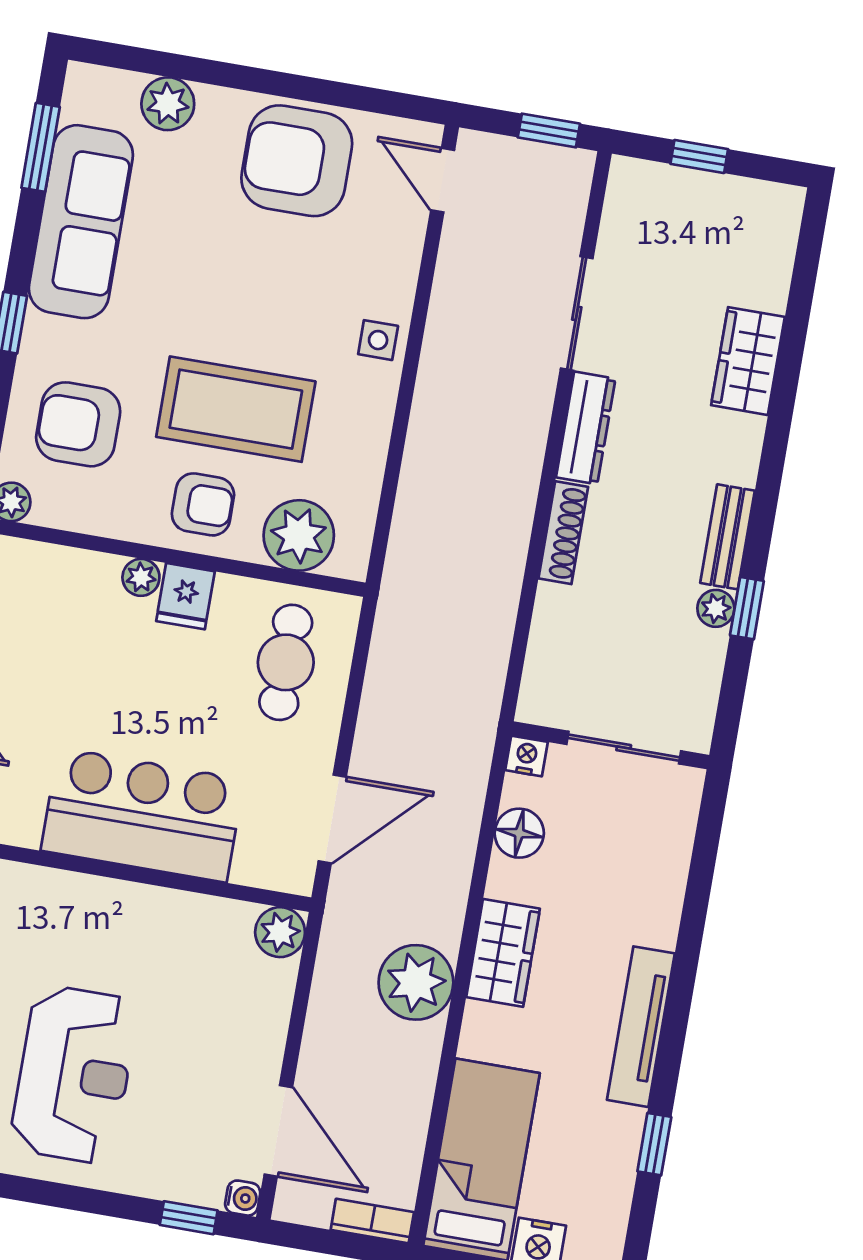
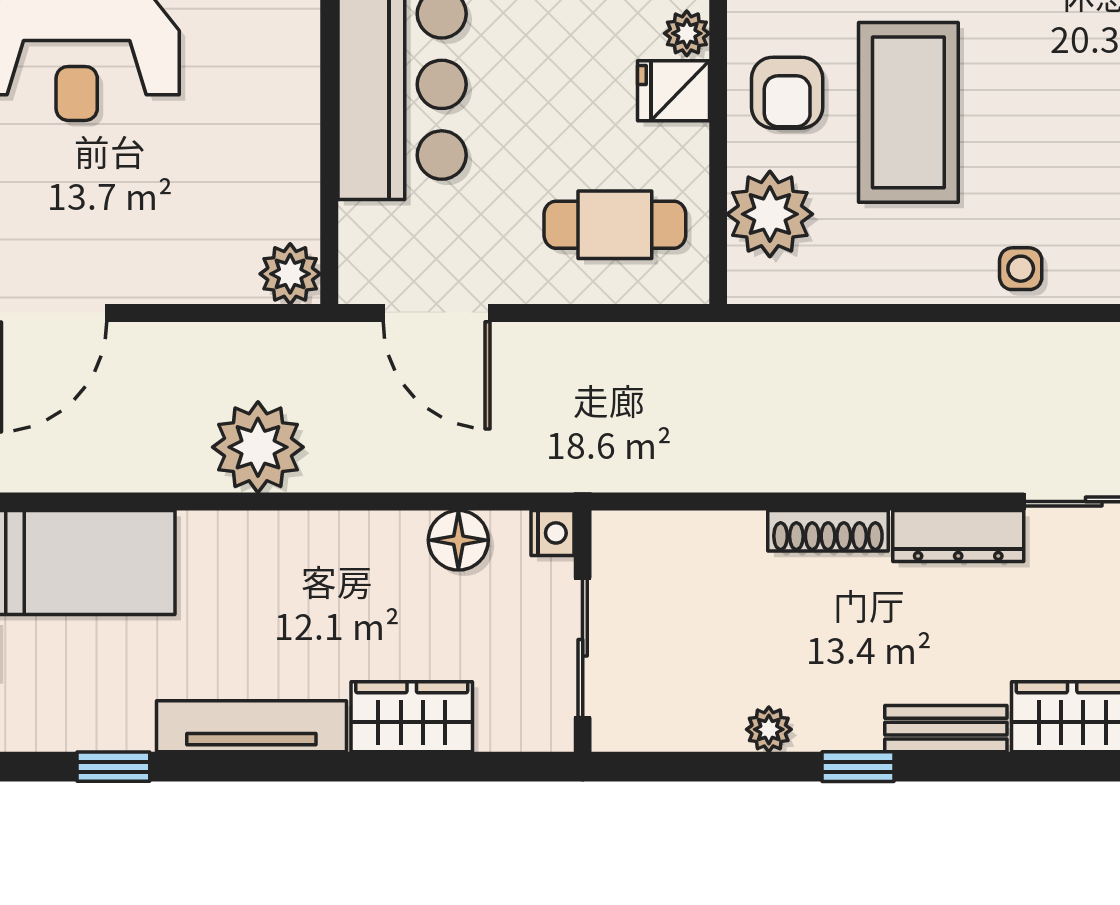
bench: (728, 537) -> (946, 729), moved
window: (747, 608) -> (858, 767), moved
wardrobe: (503, 953) -> (412, 717), moved, turned 180

